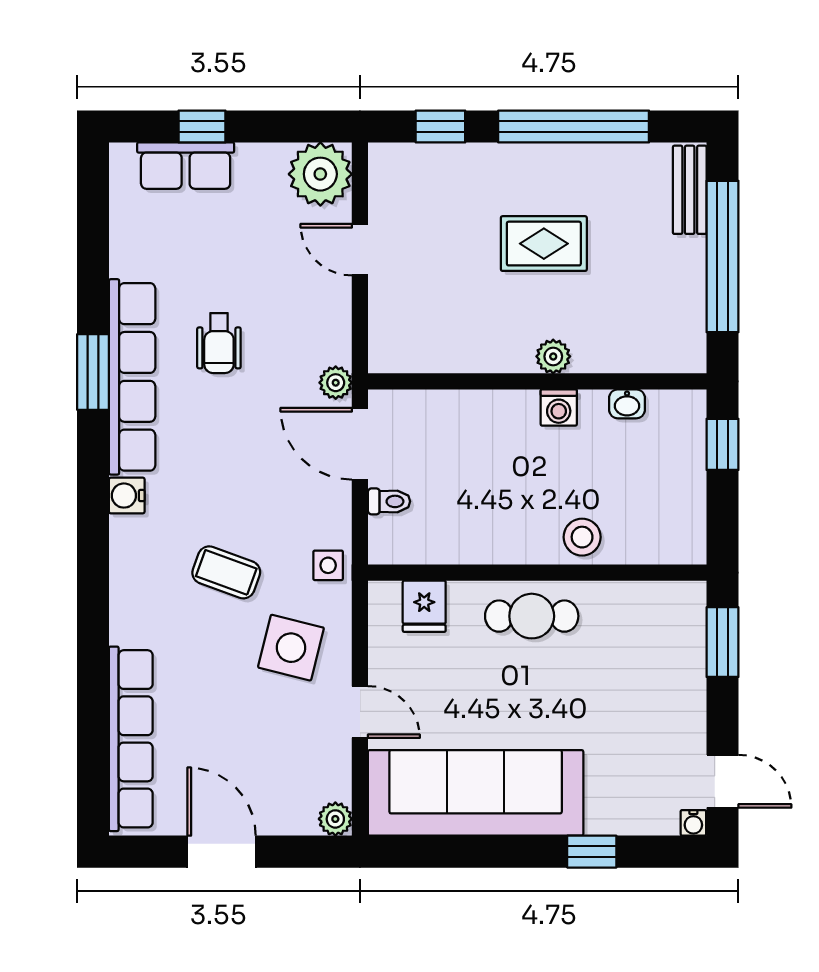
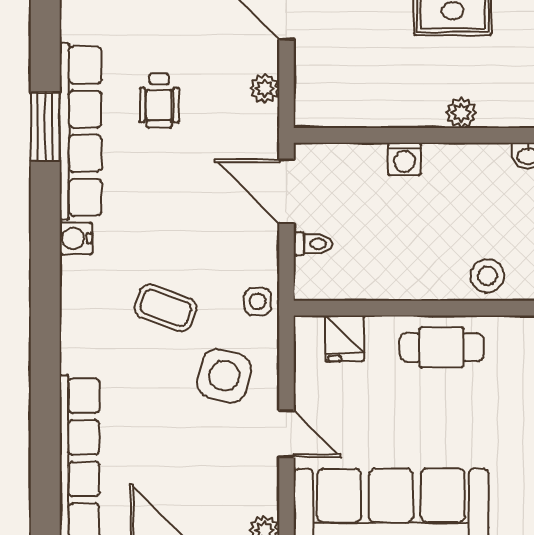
plant: (336, 383) -> (265, 89), moved
washing machine: (559, 408) -> (404, 159), moved

